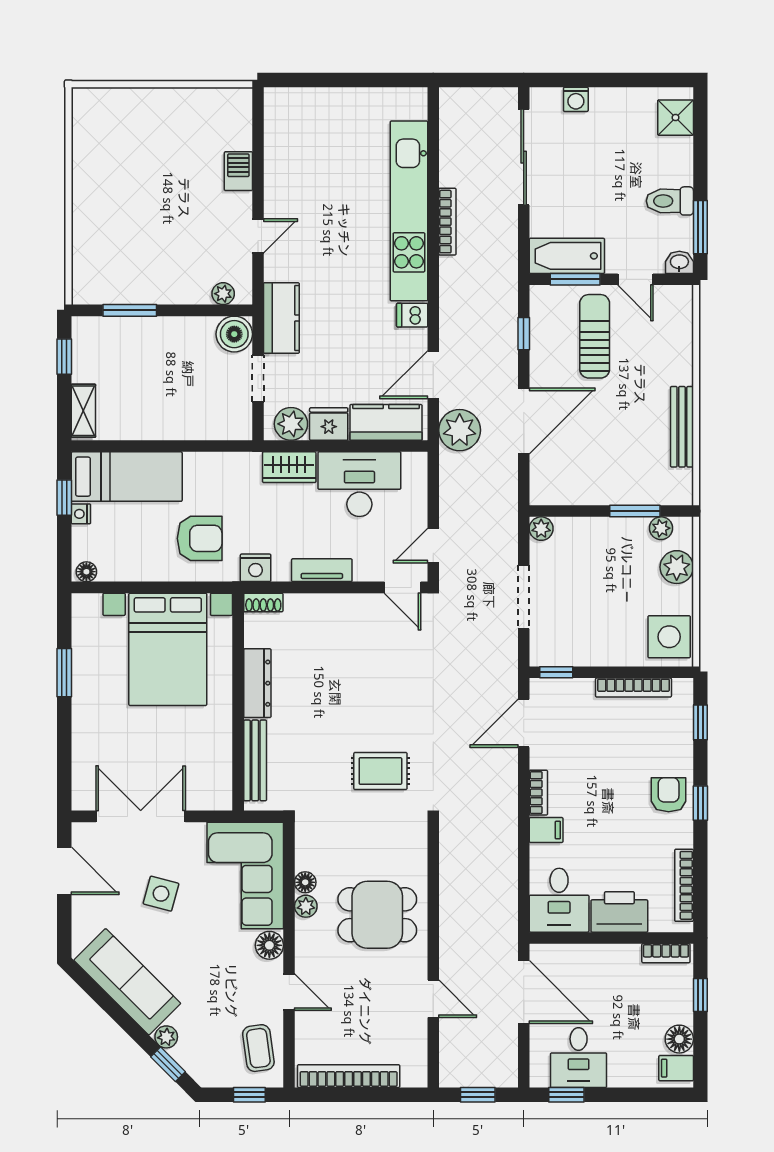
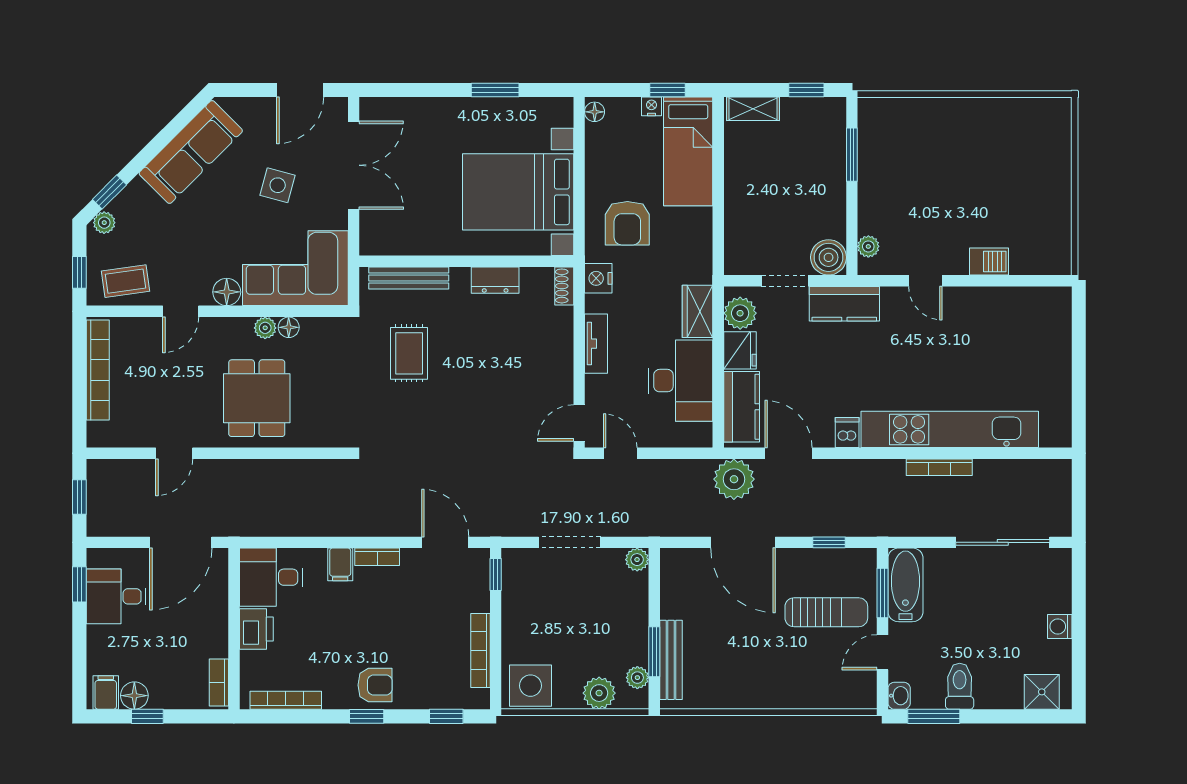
washing machine: (576, 99) -> (1060, 626), moved
bench: (682, 427) -> (671, 660), moved, turned 90
dresser: (257, 683) -> (495, 280), width x0.70
rug: (380, 771) -> (409, 353), moved
printer: (619, 912) -> (256, 629), width x0.73, depth x0.84
window: (700, 995) -> (147, 716), moved
plant: (166, 1037) -> (104, 223), moved

